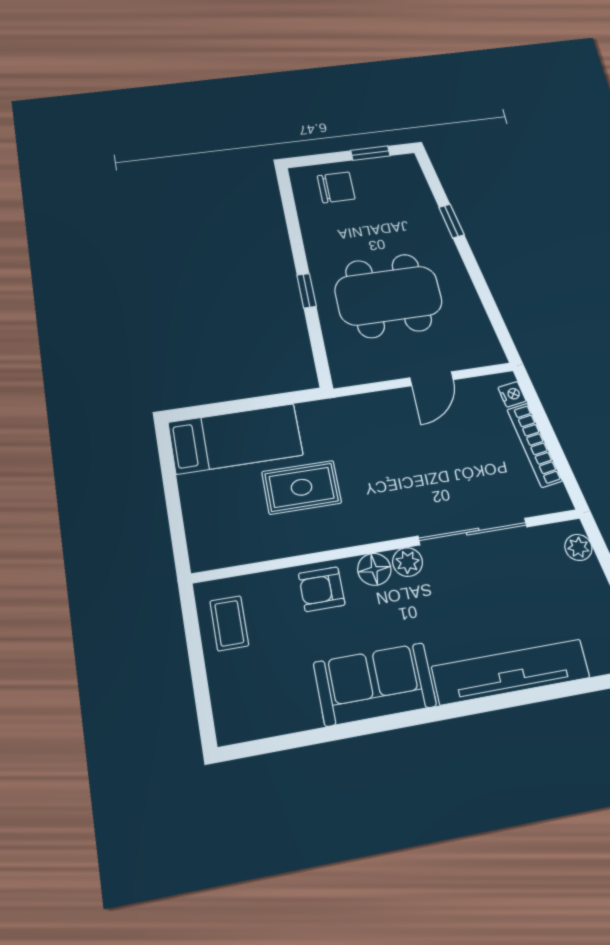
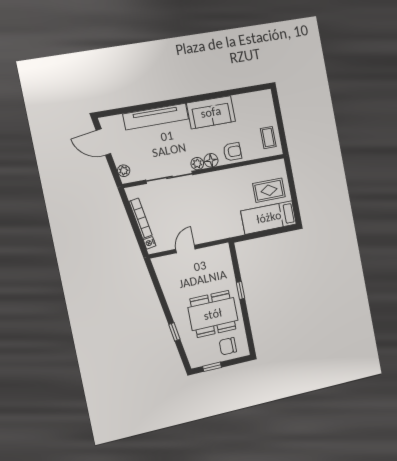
dining table: (388, 296) -> (213, 314), moved
rug: (302, 487) -> (269, 190), moved

